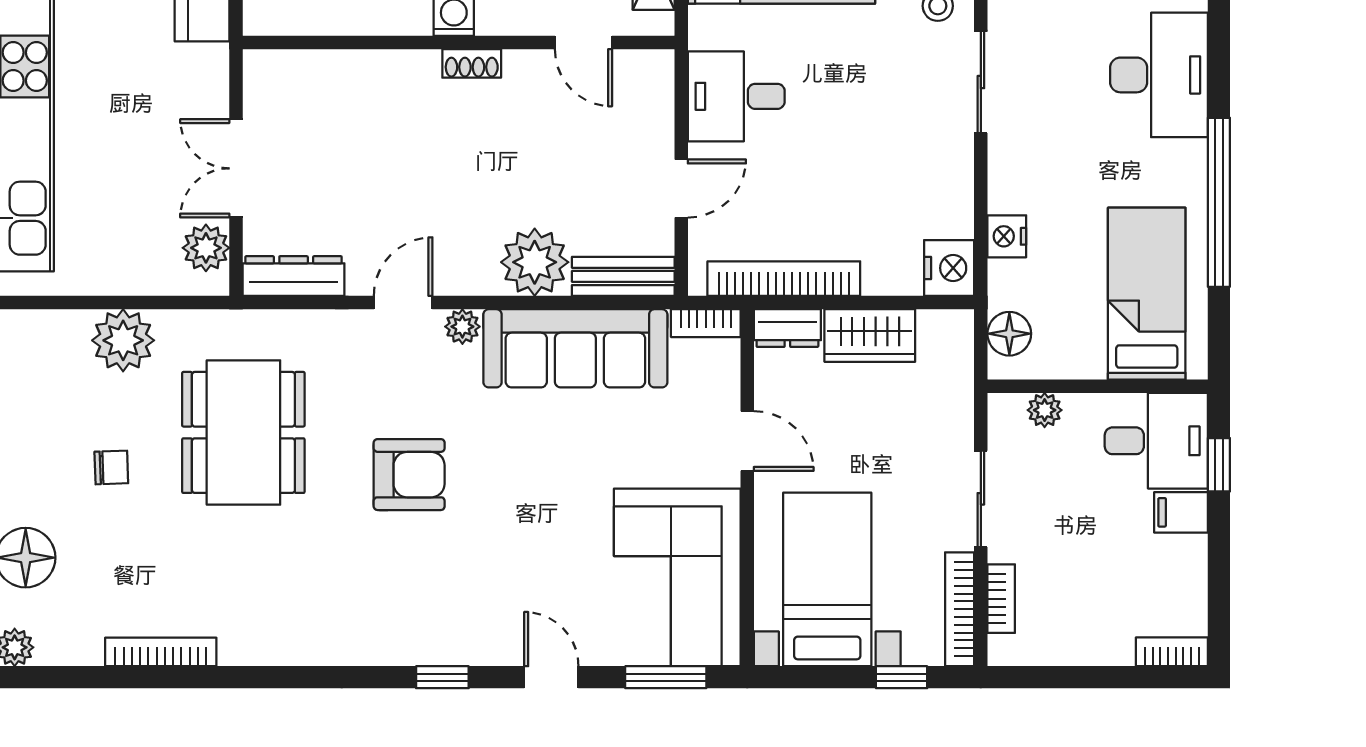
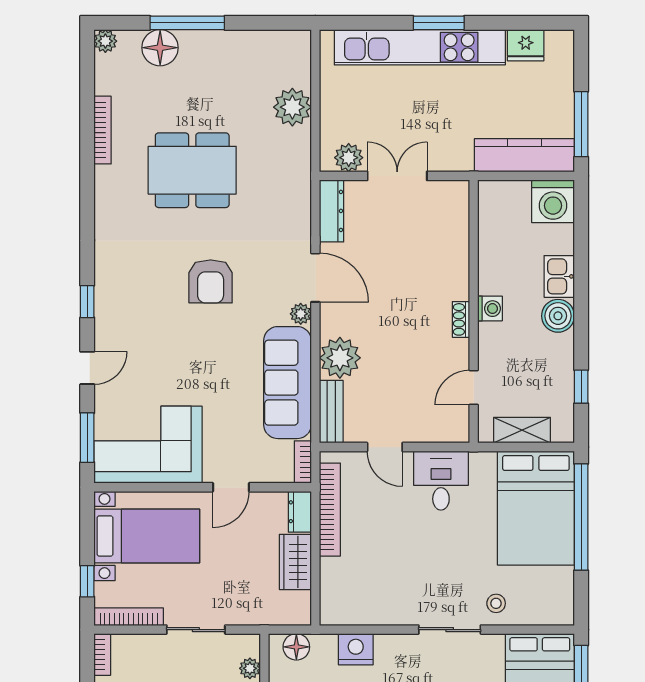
nightstand: (1007, 236) -> (356, 649), width x1.36, depth x1.33
nightstand: (949, 268) -> (336, 610), removed
door: (403, 303) -> (315, 278), width x1.38
dining table: (243, 432) -> (192, 170), moved
chair: (111, 467) -> (215, 100), removed
bookcase: (1001, 599) -> (102, 654), moved, turned -90

